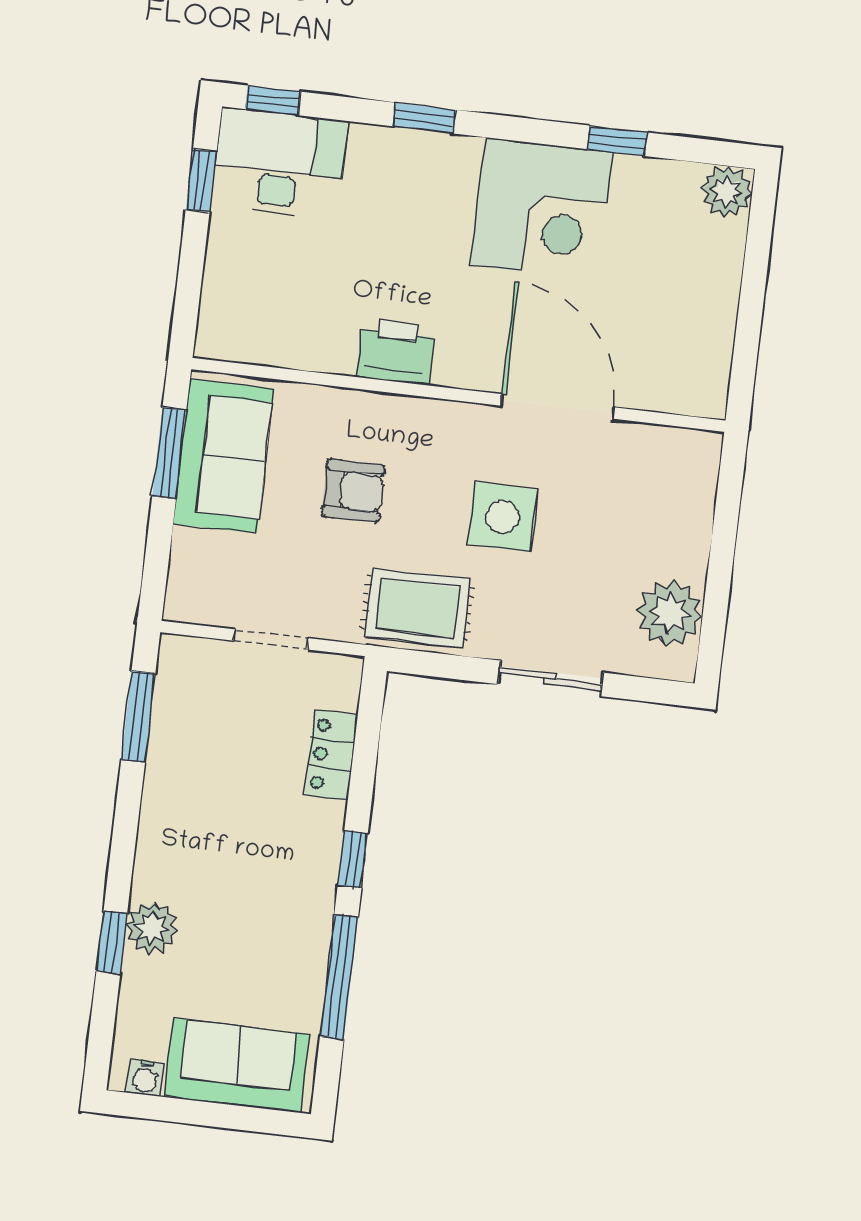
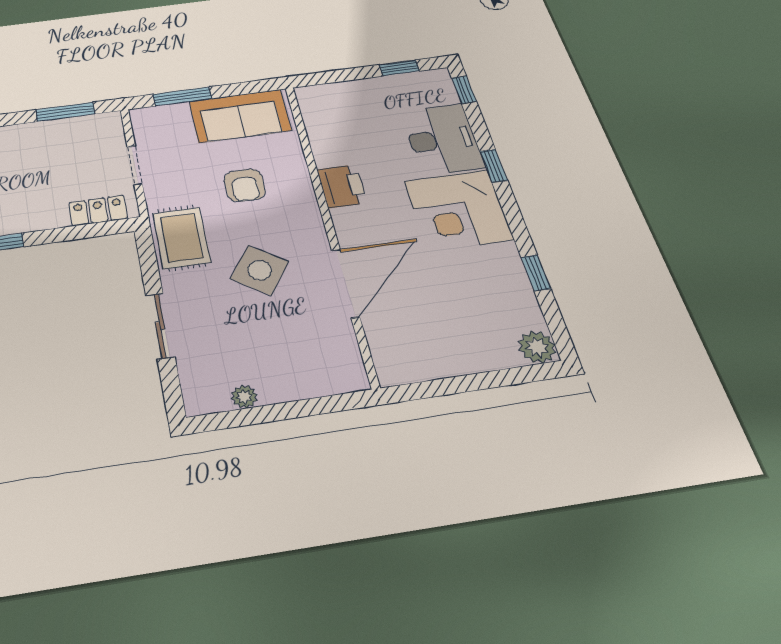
desk: (279, 163) -> (442, 139), moved
corner desk: (542, 209) -> (458, 210), moved
window: (169, 453) -> (182, 96), moved
side table: (502, 517) -> (260, 270), turned 35
plant: (670, 613) -> (244, 397), width x0.53, depth x0.53
locker: (331, 755) -> (98, 210), moved

